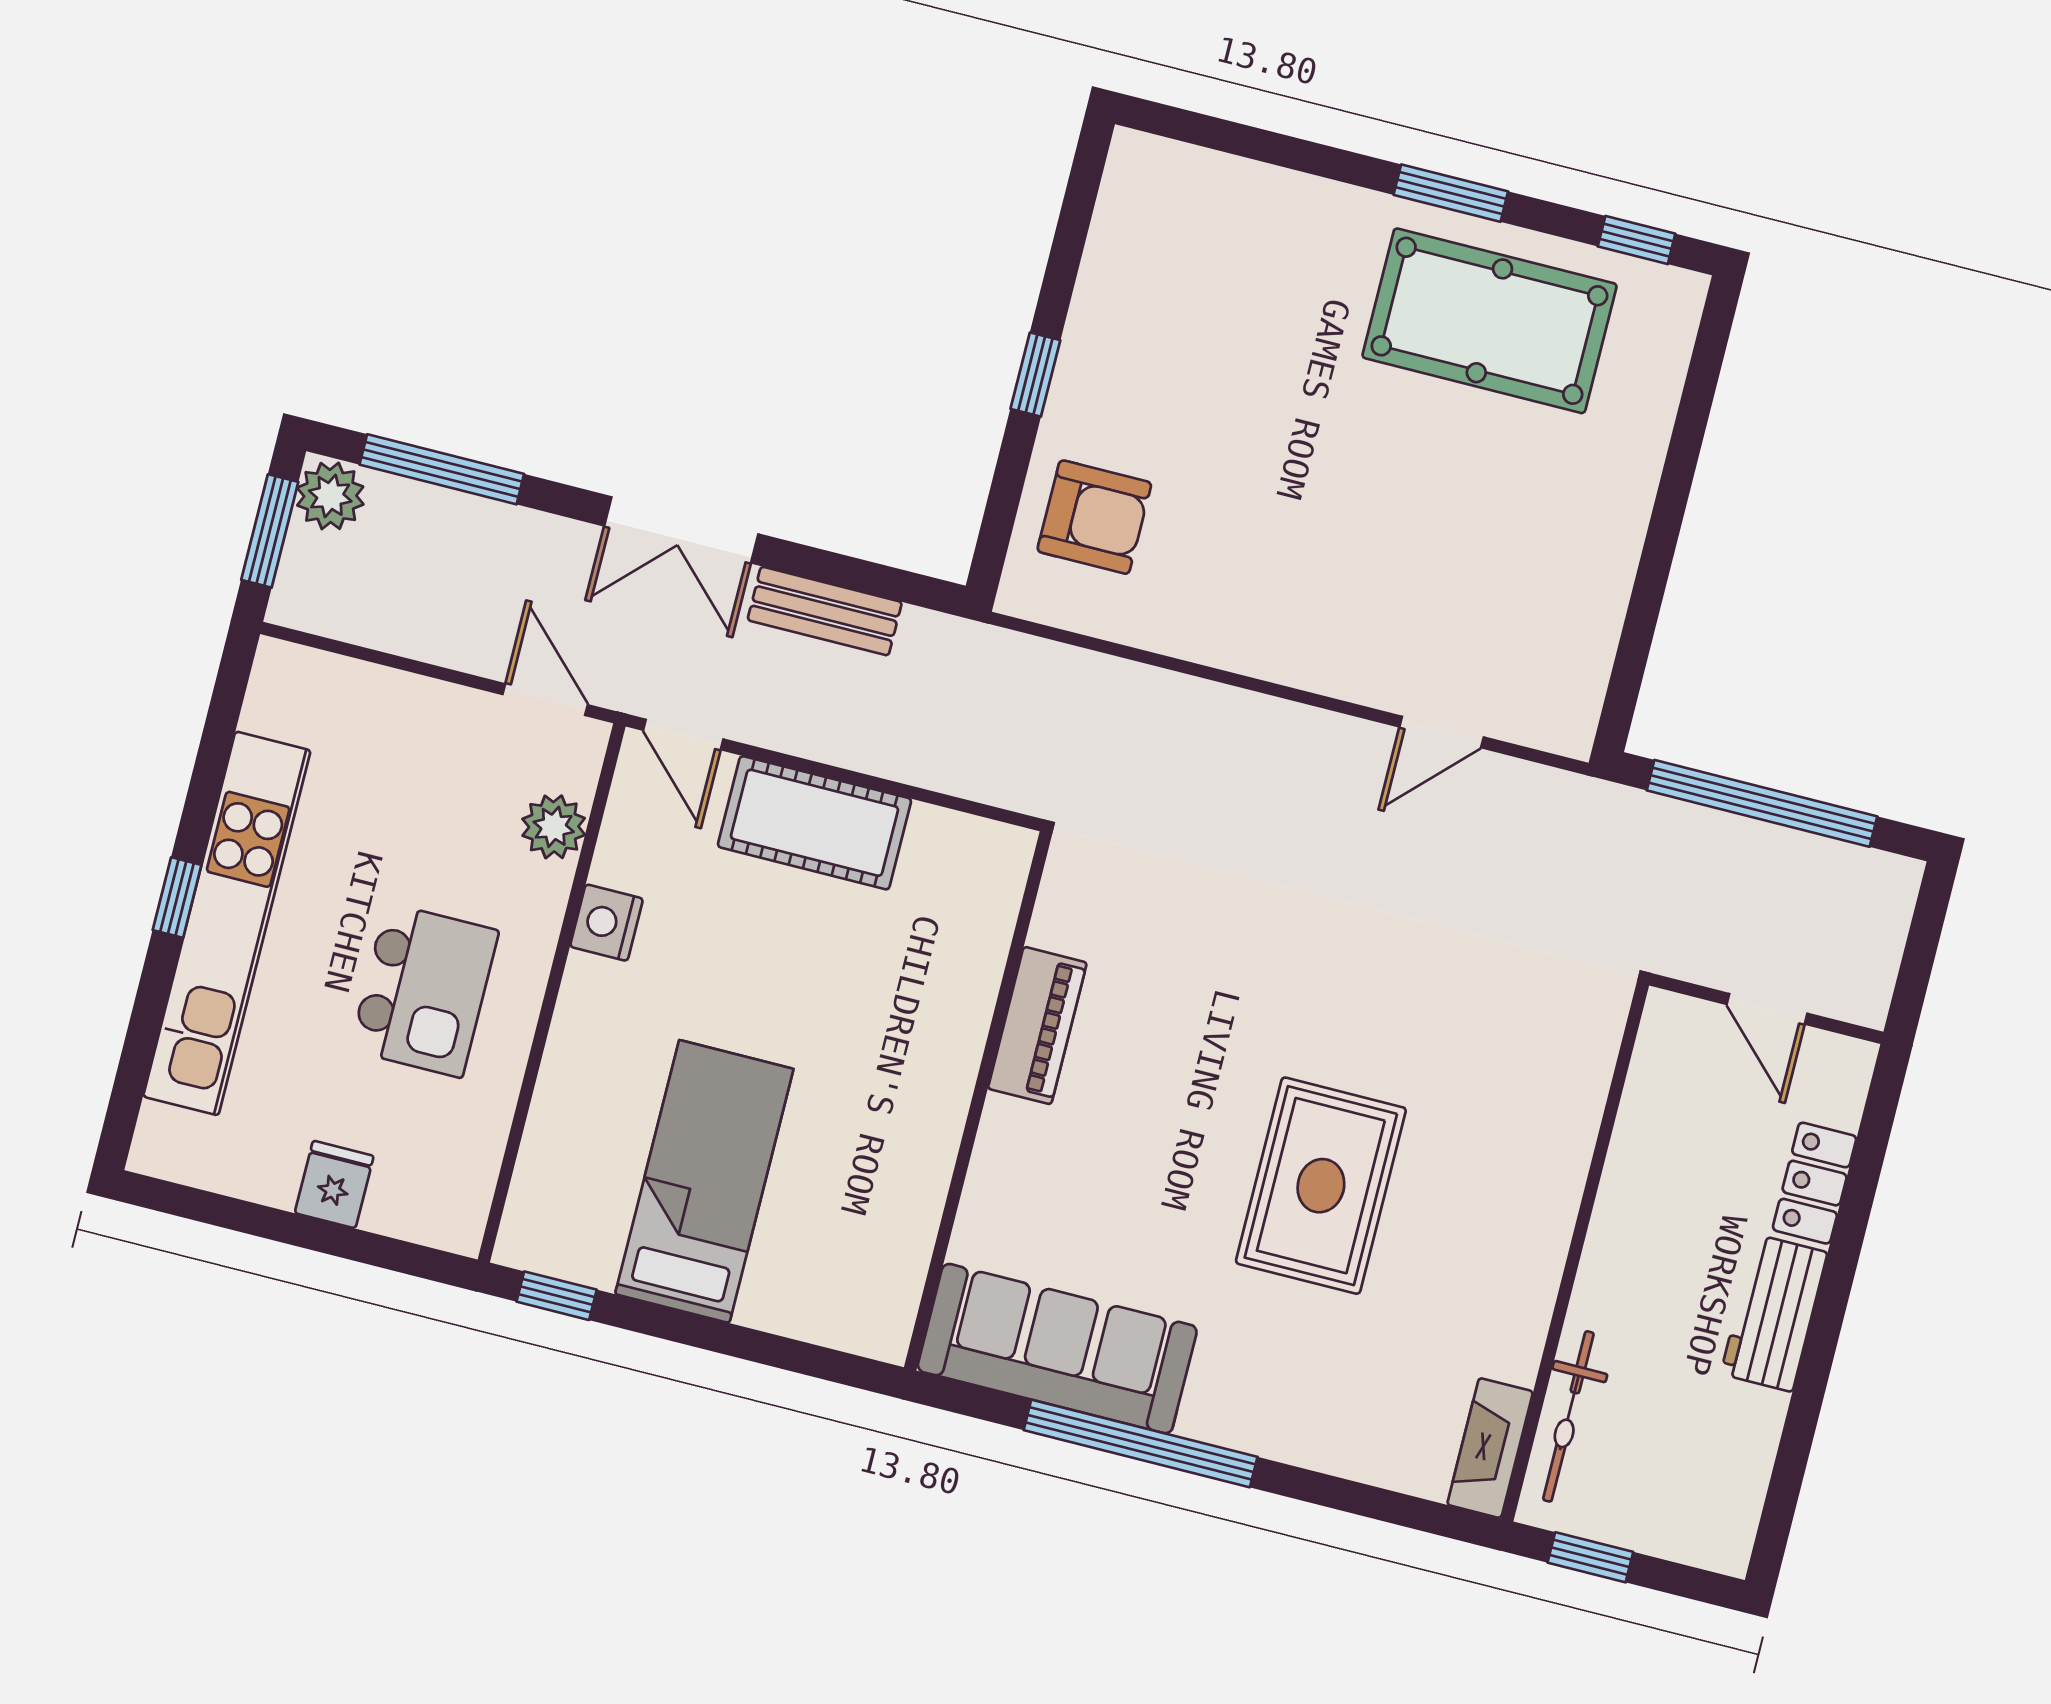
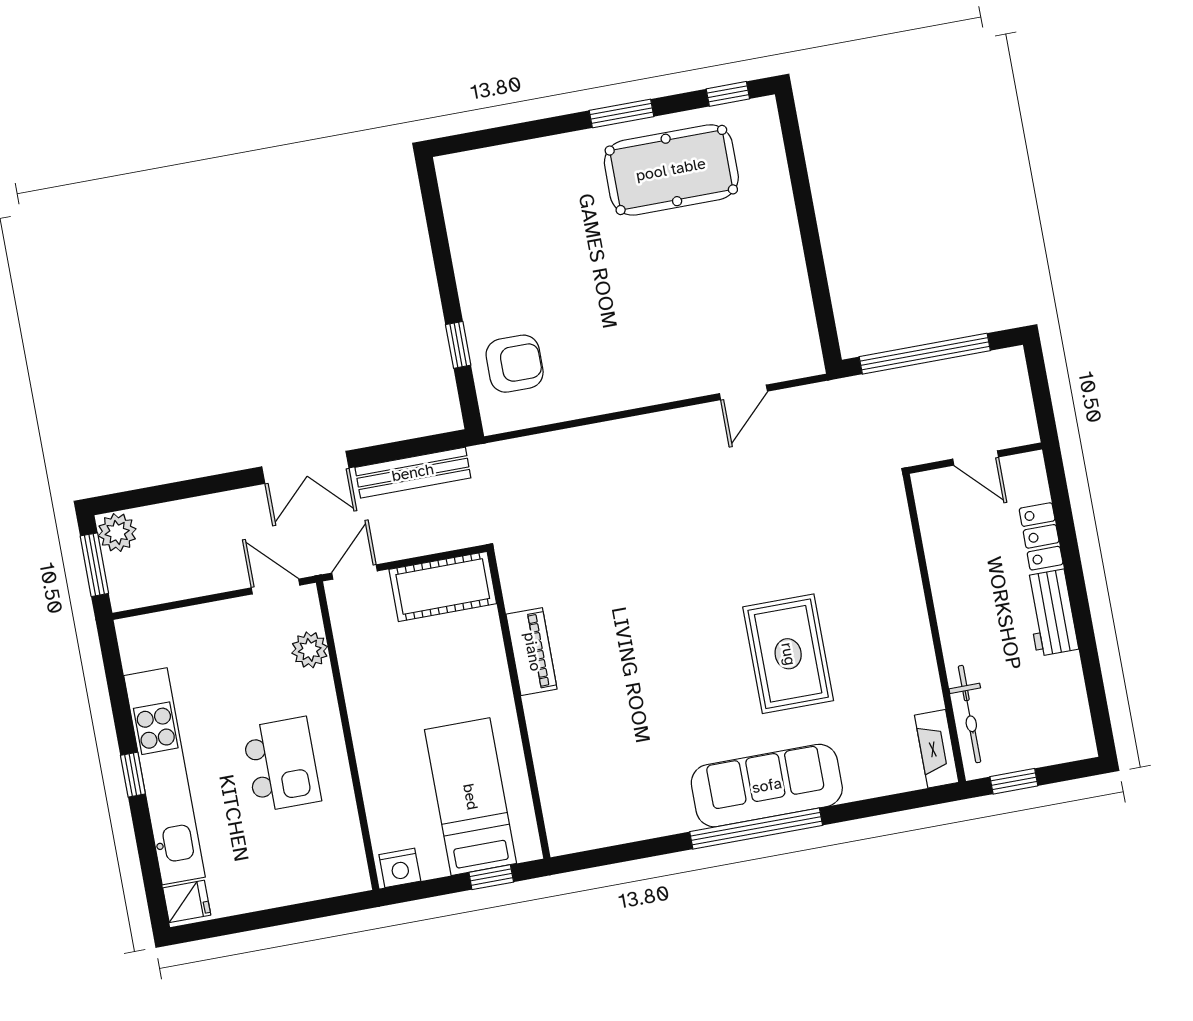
window: (1035, 375) -> (458, 345), moved
window: (442, 469) -> (168, 493), removed
bench: (825, 611) -> (413, 473), width x1.36
door: (683, 735) -> (355, 572), swing flipped
nightstand: (607, 923) -> (400, 868), moved, turned -90
piano: (1037, 1026) -> (532, 652), moved
wall: (978, 1101) -> (519, 704), moved
fridge: (334, 1185) -> (187, 901), moved, turned 90
window: (557, 1296) -> (491, 877), moved
sofa: (1057, 1349) -> (767, 786), moved

